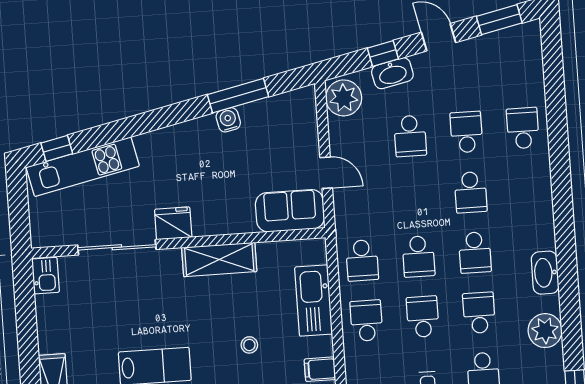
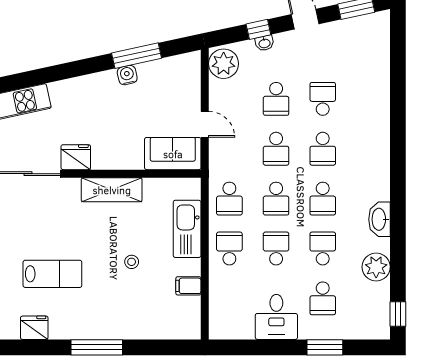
washbasin: (392, 73) -> (264, 43), width x0.52, depth x0.69
school desk: (523, 128) -> (276, 149), moved, turned 180

